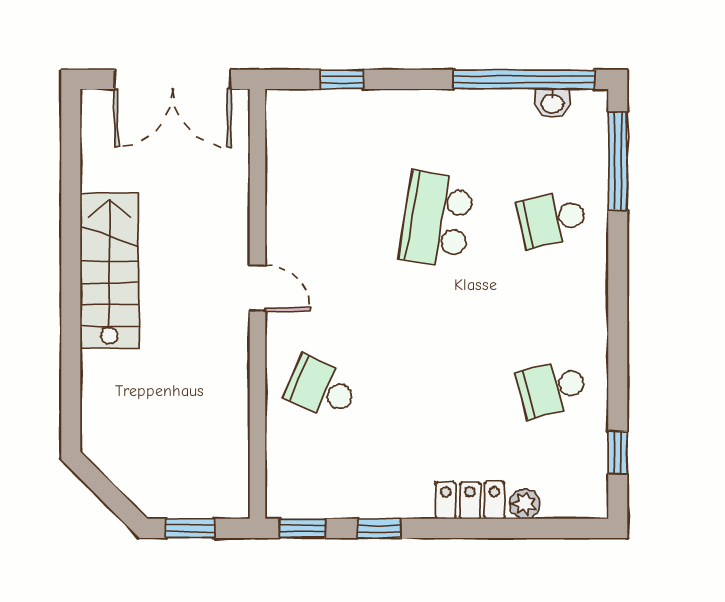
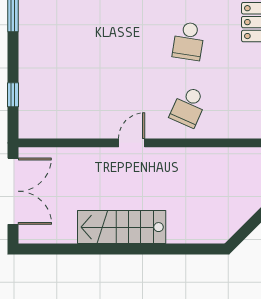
school desk: (437, 219) -> (189, 41), moved, width x0.54

